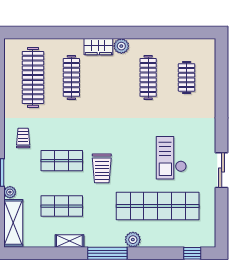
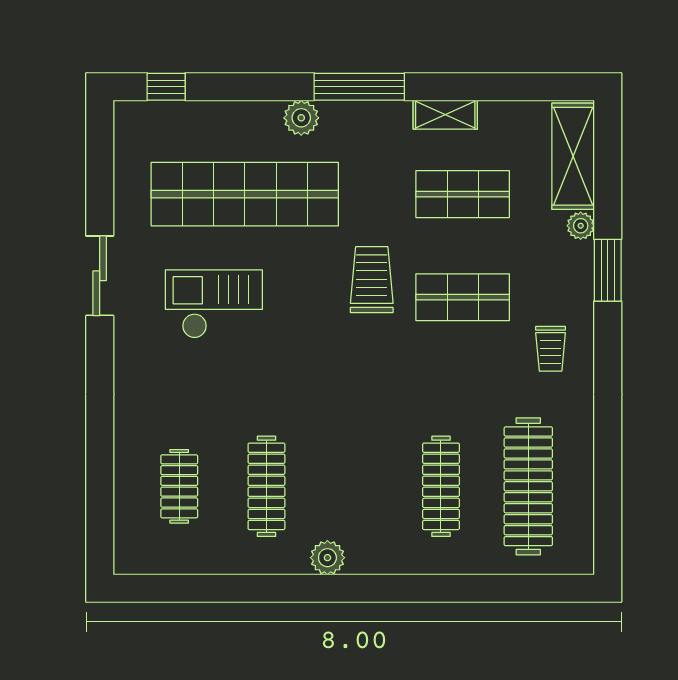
wardrobe: (98, 47) -> (380, 556), removed
checkout: (171, 158) -> (214, 304), turned -90

